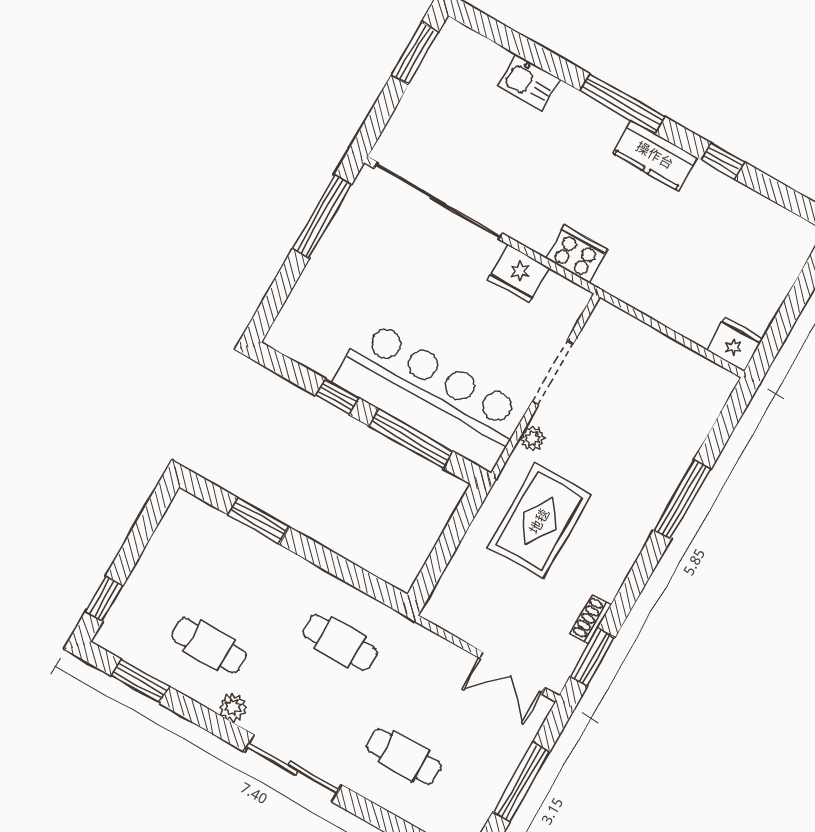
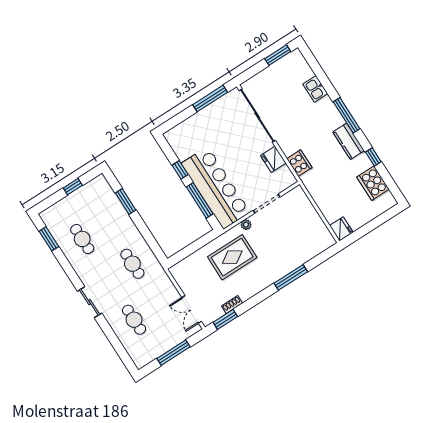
cooker: (750, 216) -> (373, 183), added
window: (104, 599) -> (73, 187), moved
plant: (233, 707) -> (79, 267), removed
sliding door: (293, 768) -> (90, 302), width x0.73

